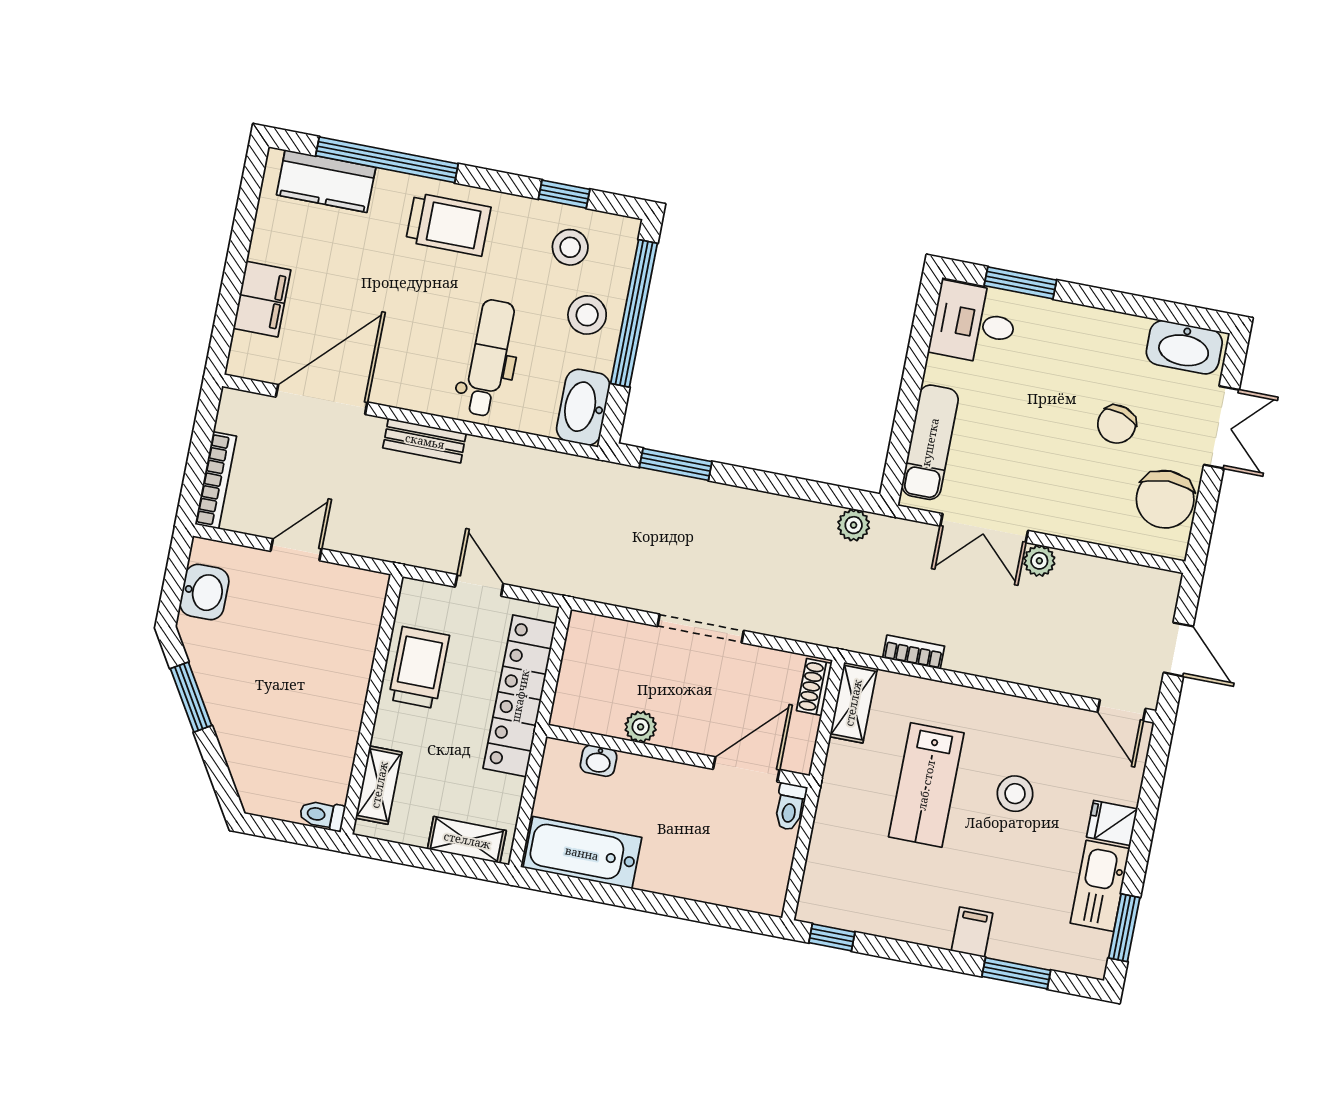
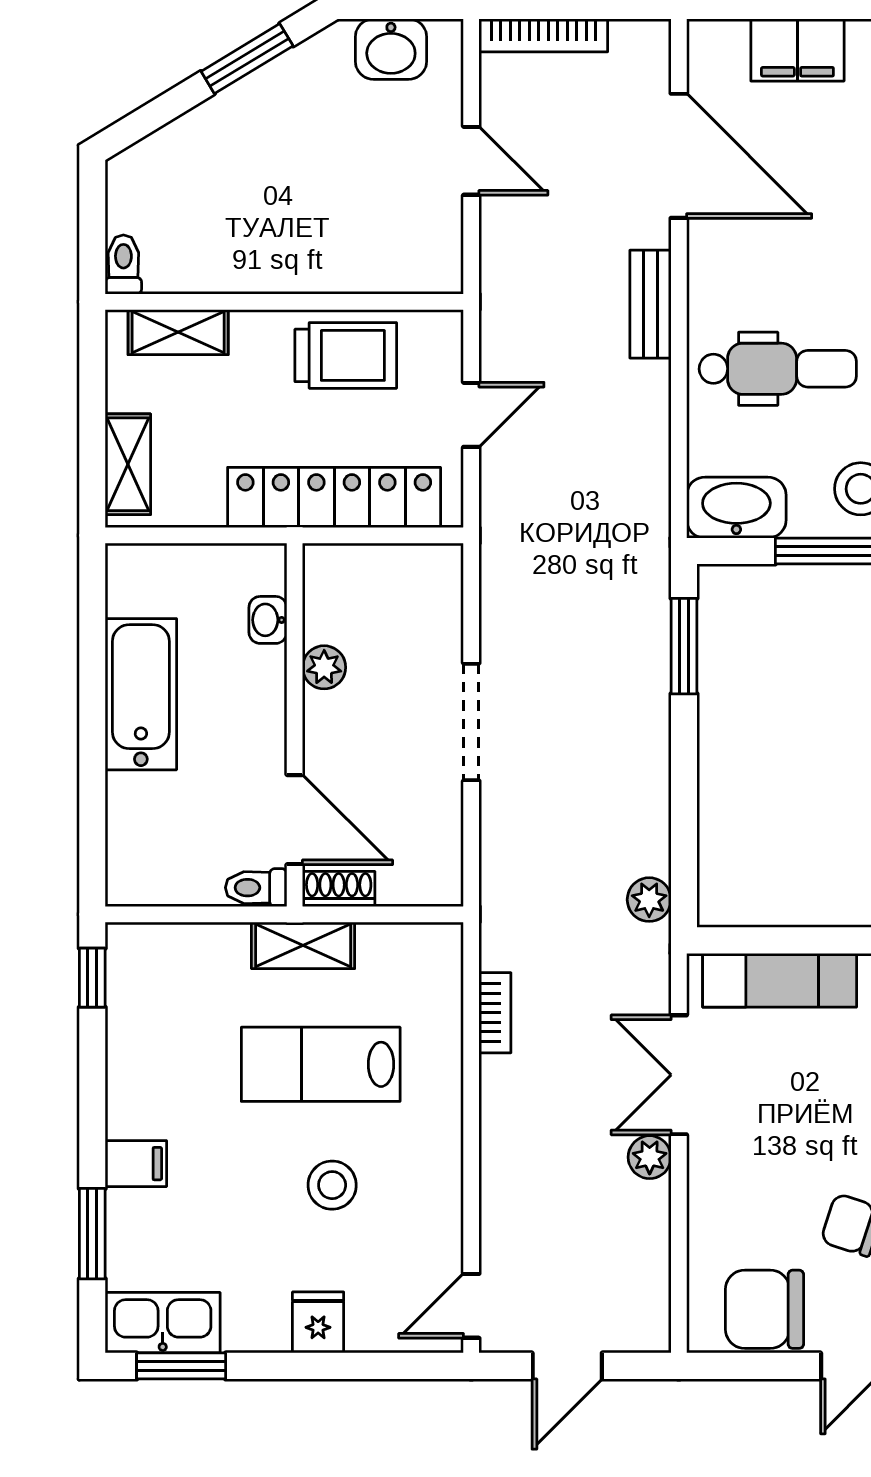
shoe rack: (814, 687) -> (339, 889), moved
shelving: (853, 703) -> (303, 945), moved
bathtub: (582, 853) -> (141, 694), moved
kitchen sink: (1100, 886) -> (163, 1323), moved

